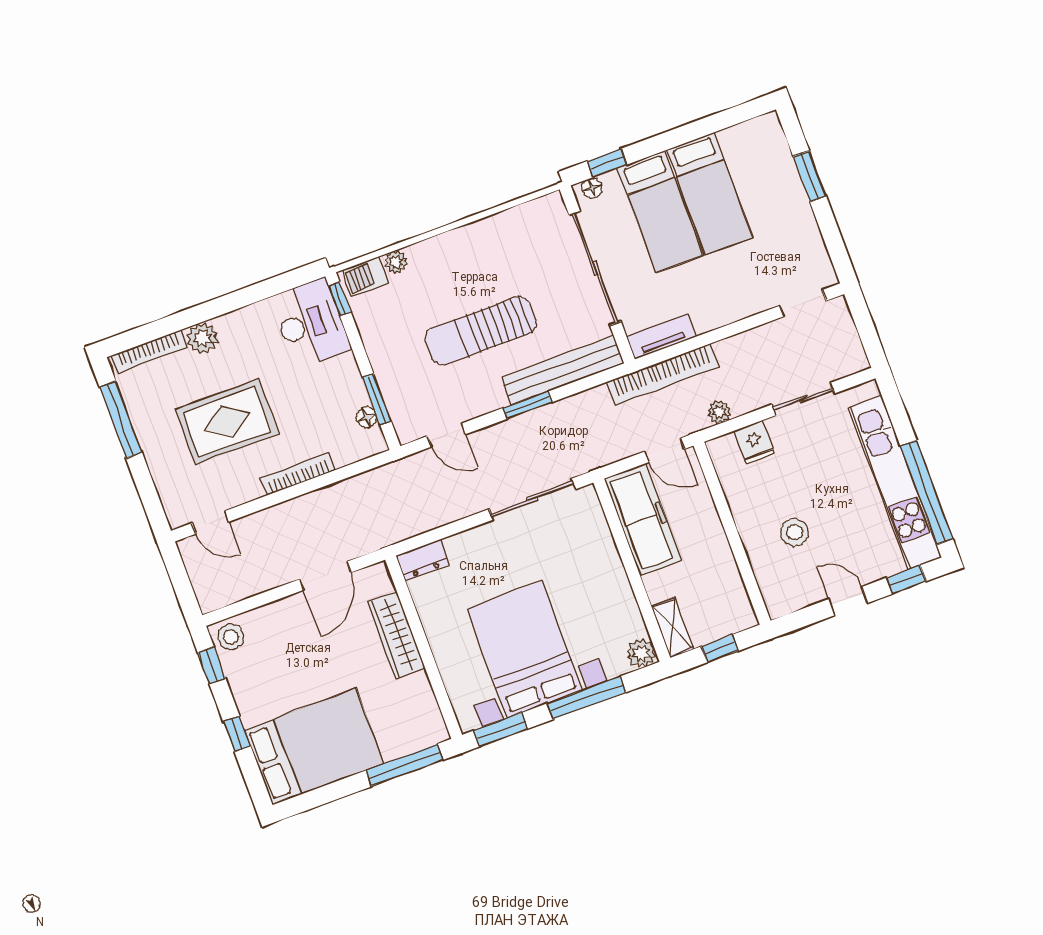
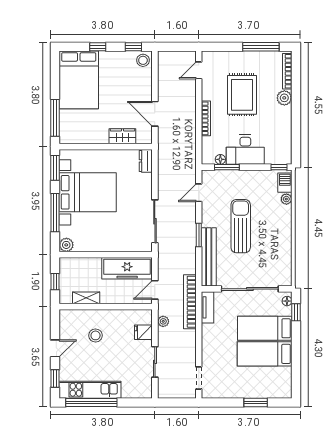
desk: (310, 323) -> (245, 150), moved
kitchen unit: (895, 483) -> (90, 390), width x0.73
shelving: (672, 628) -> (86, 298), moved
wardrobe: (396, 635) -> (122, 136), width x0.67

